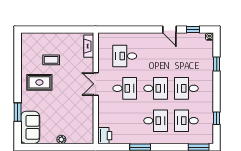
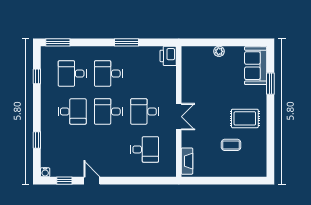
desk: (186, 121) -> (72, 74), turned 180

